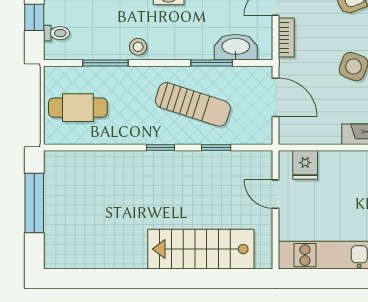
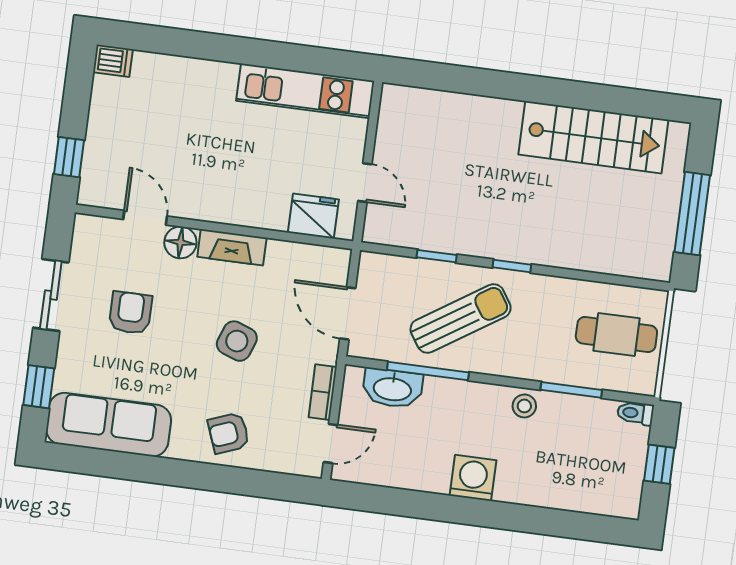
toilet: (57, 33) -> (635, 413), moved
window: (212, 63) -> (428, 371), width x1.44
sun lounger: (193, 104) -> (461, 318), turned 129
fridge: (305, 165) -> (313, 216), width x1.38
stairs: (201, 249) -> (593, 137), moved

